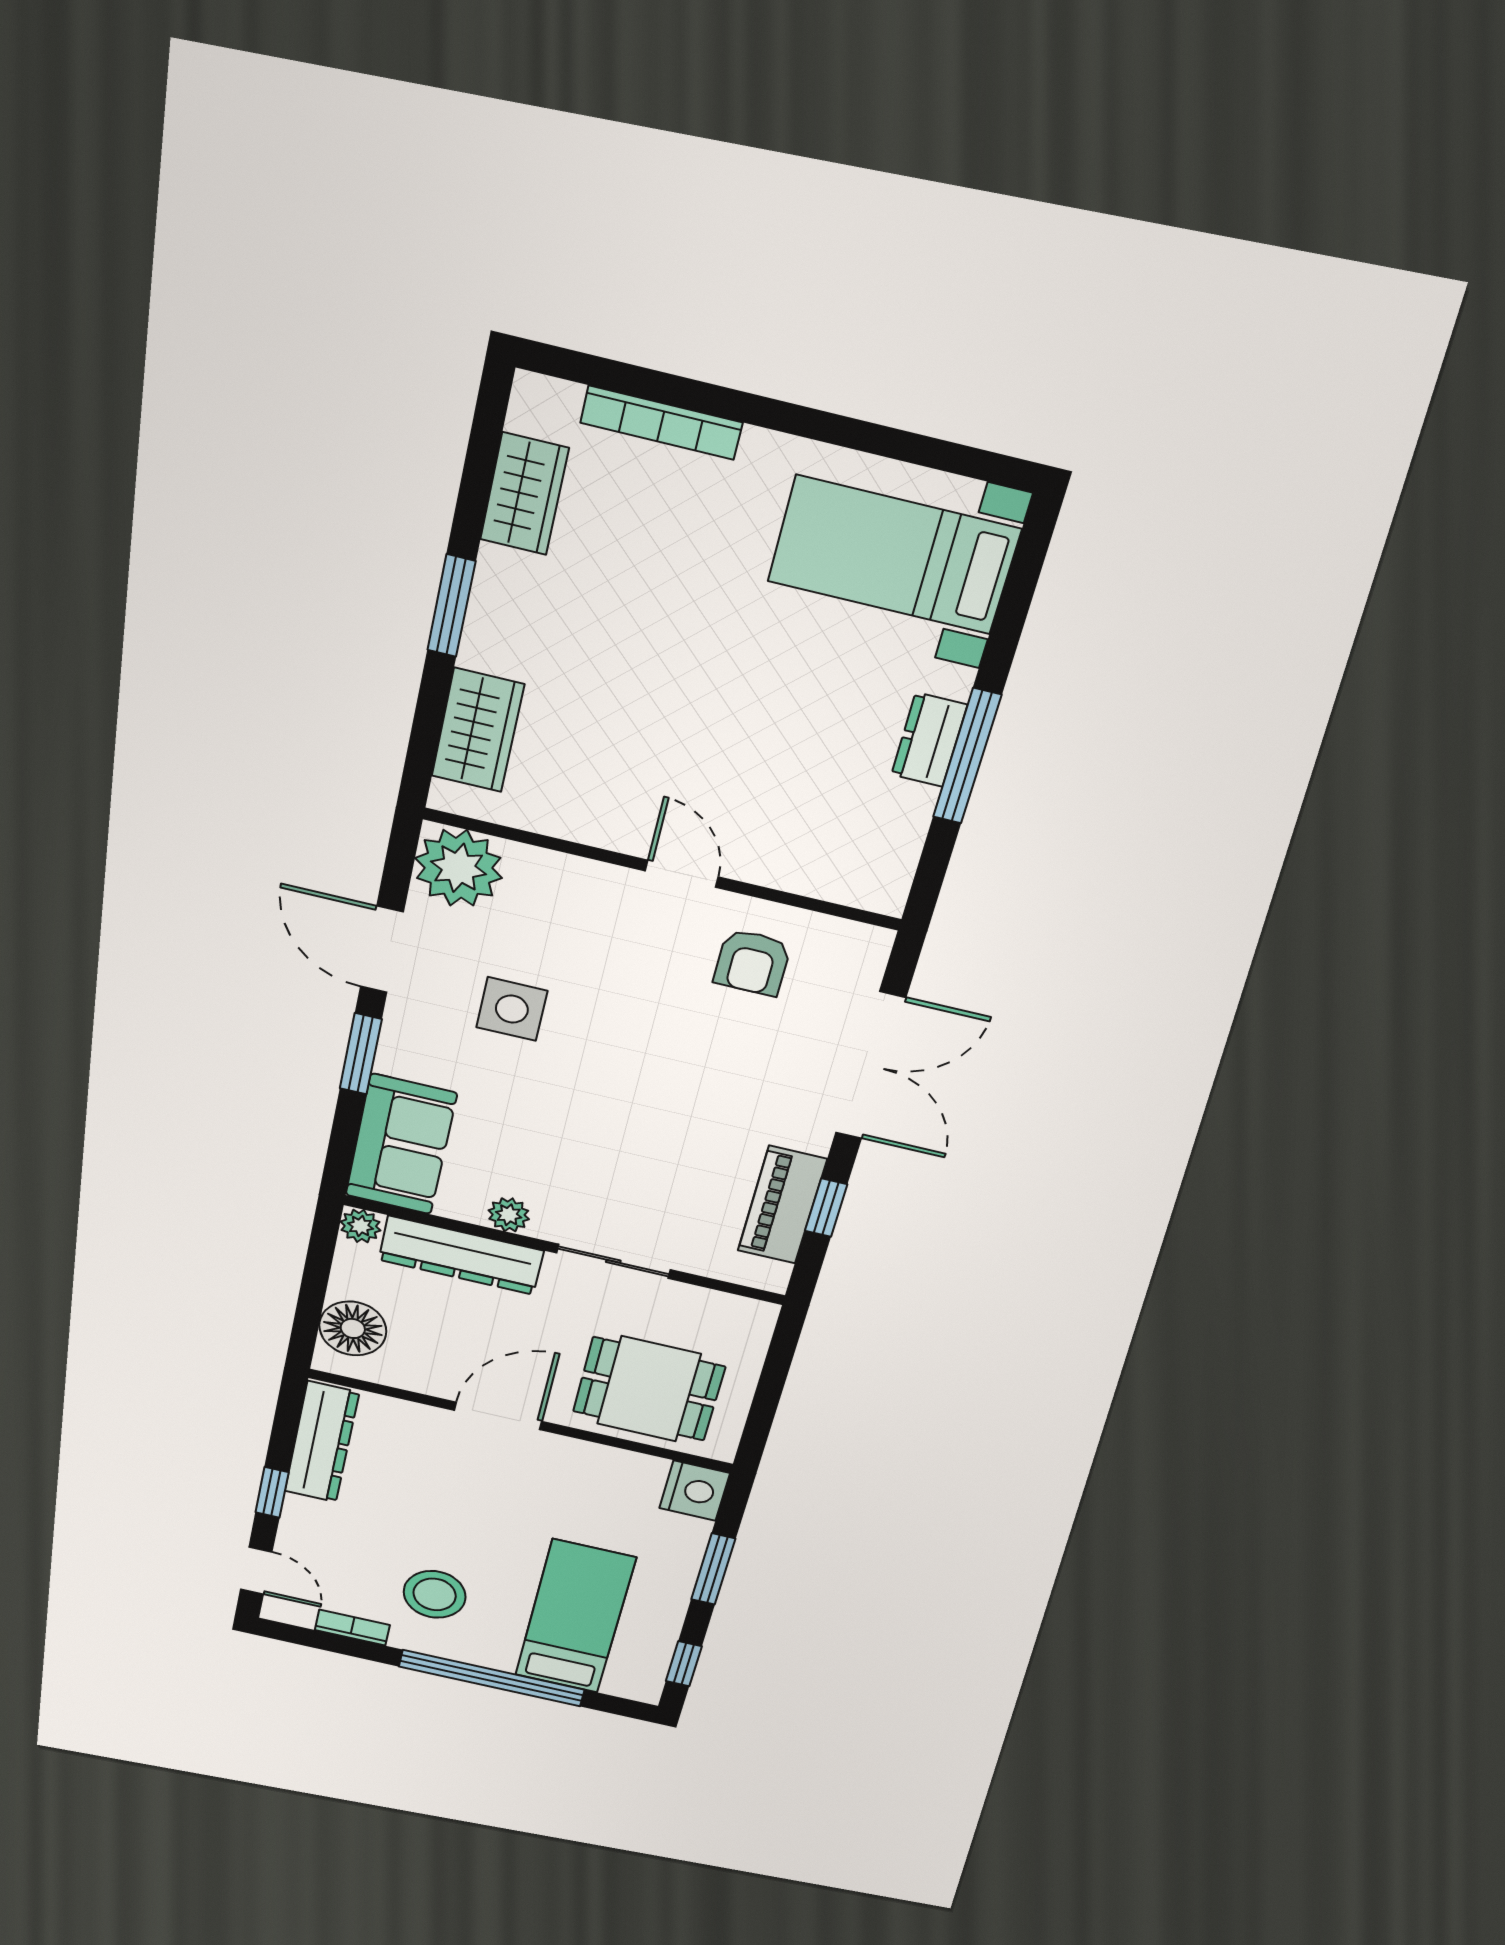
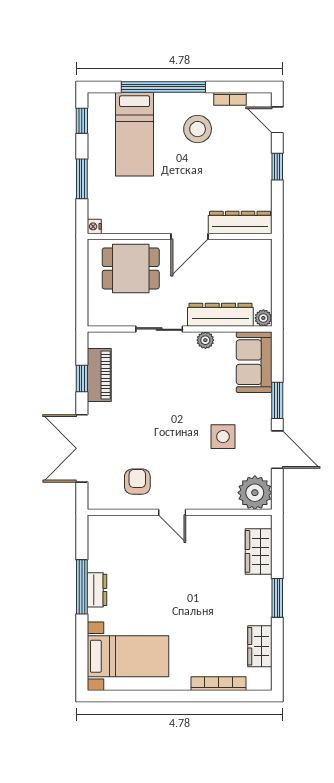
floor lamp: (353, 1328) -> (258, 265), removed
dresser: (322, 1442) -> (240, 222), moved, turned 90
nightstand: (695, 1491) -> (94, 226), width x0.53, depth x0.56

